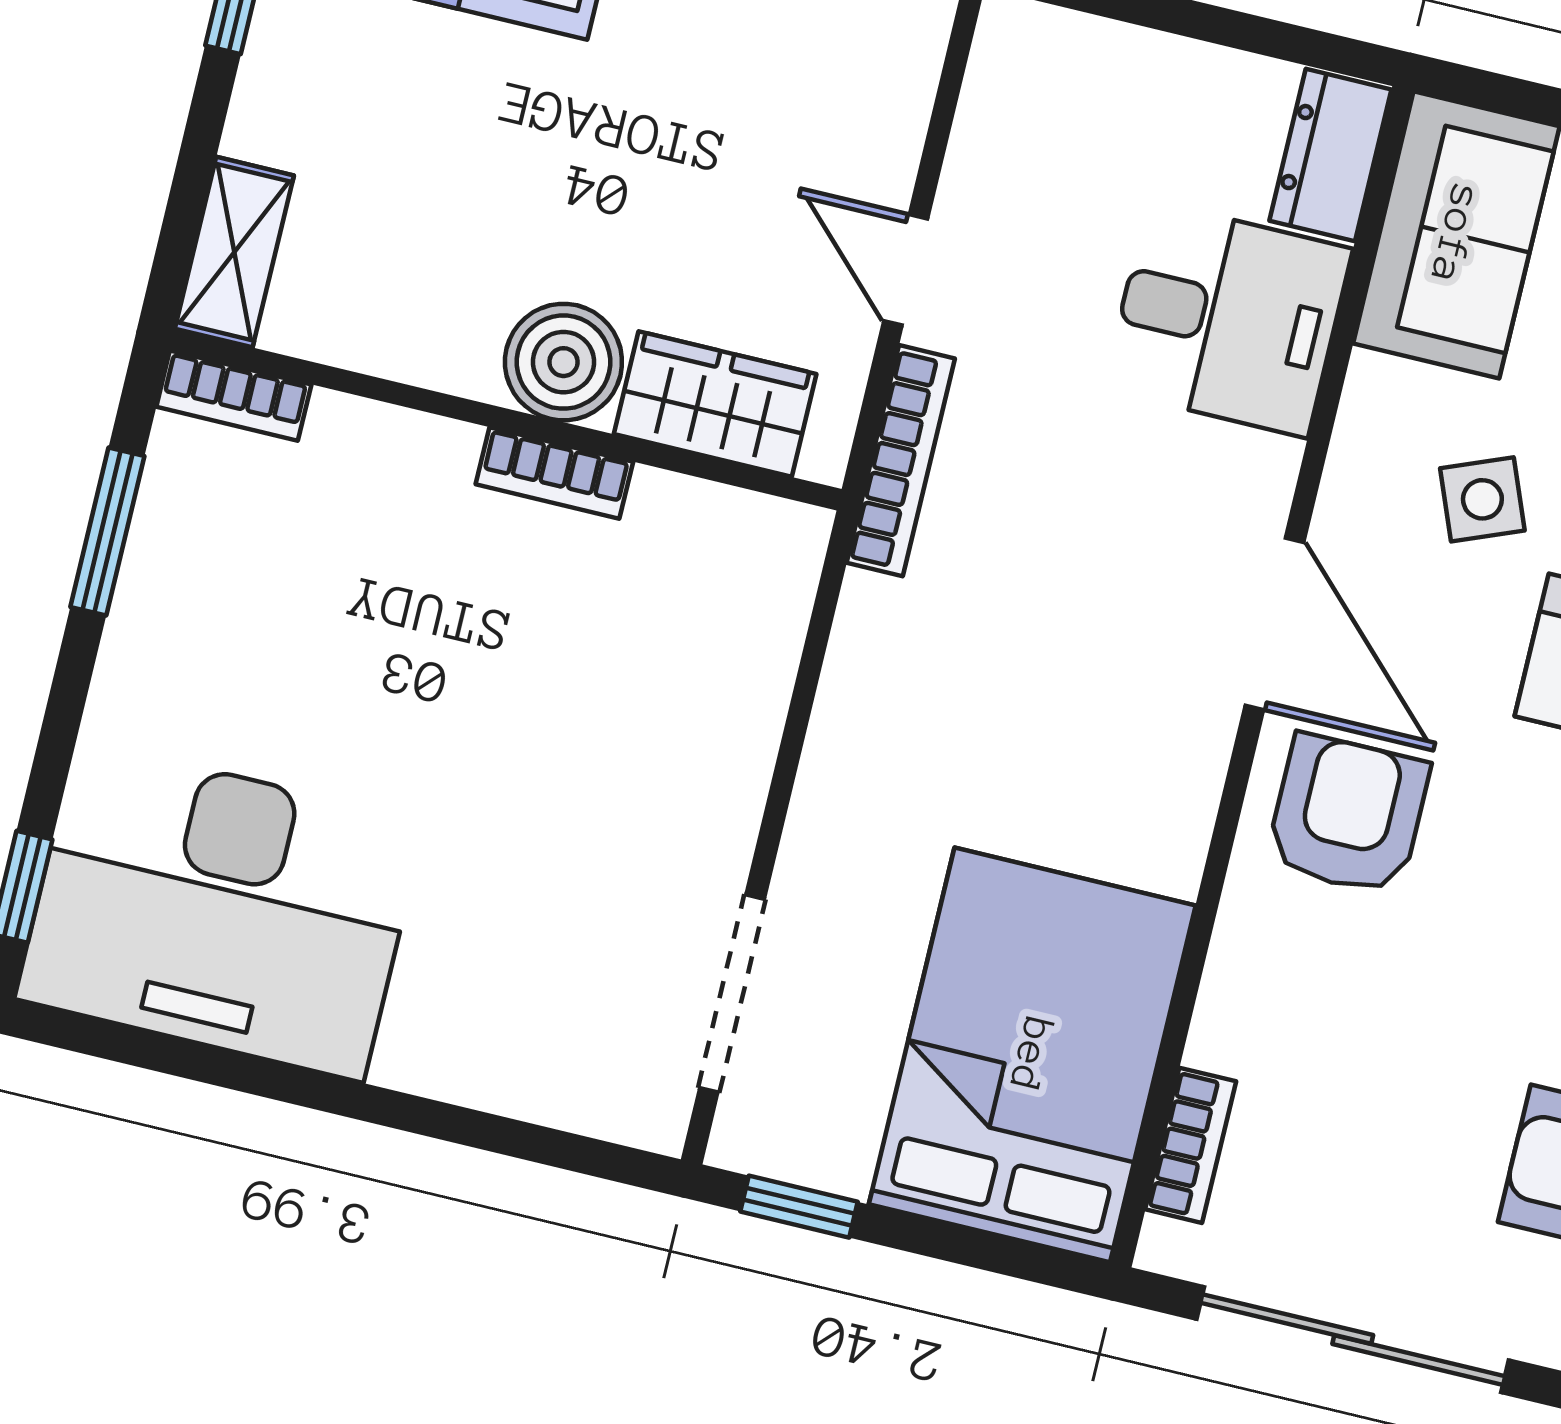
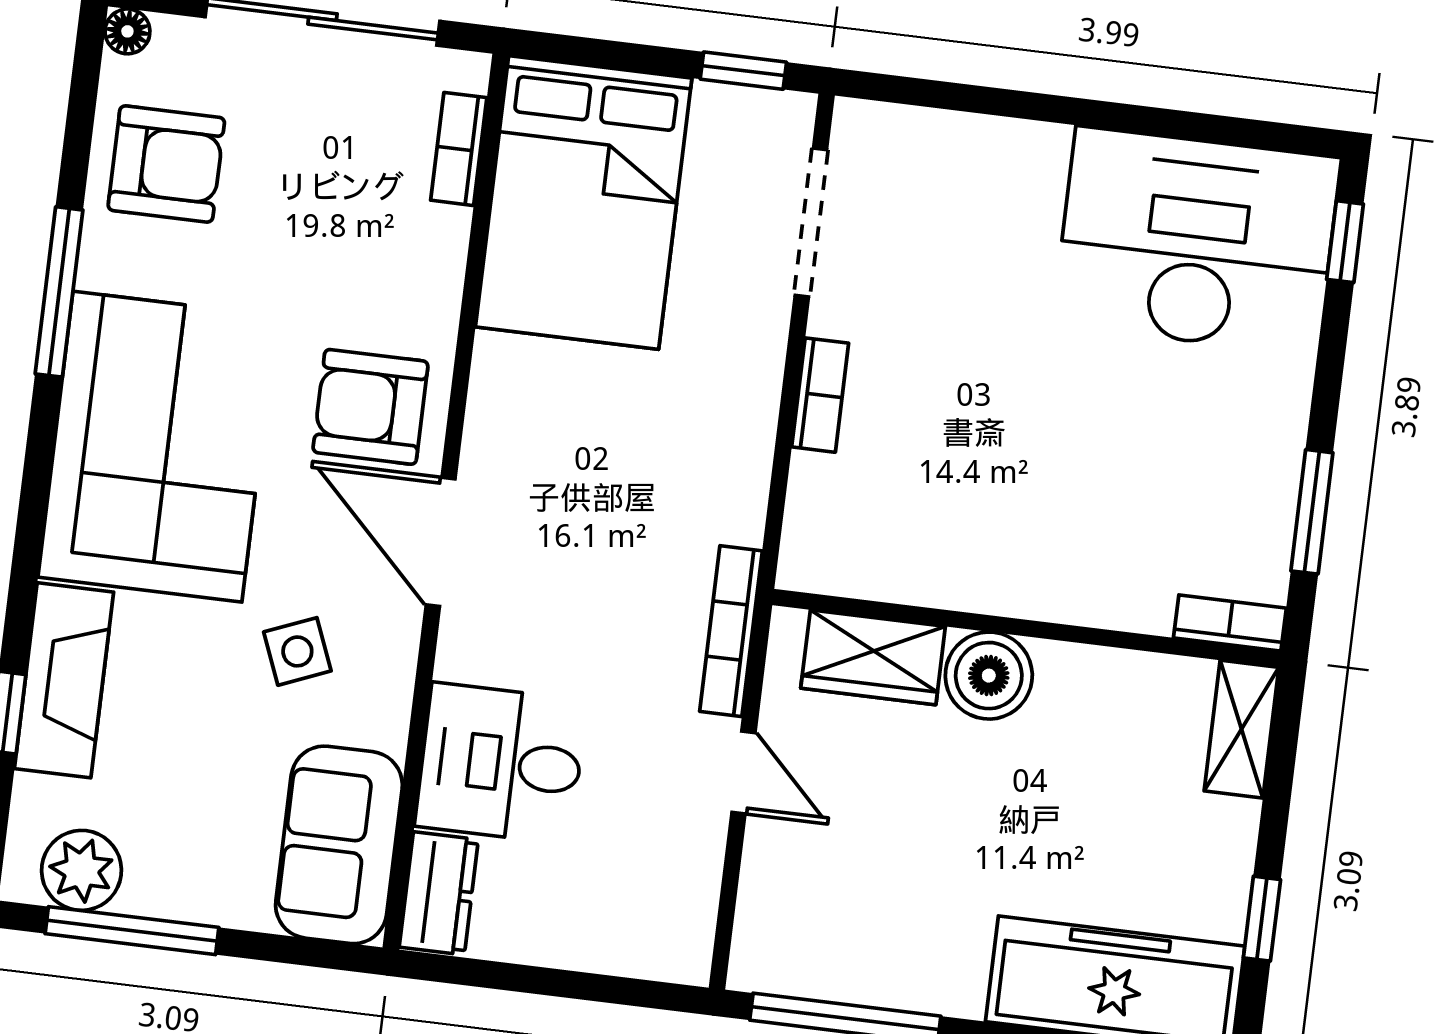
bookcase: (554, 473) -> (820, 395), moved, turned 90
armchair: (1348, 815) -> (370, 407), turned 90

